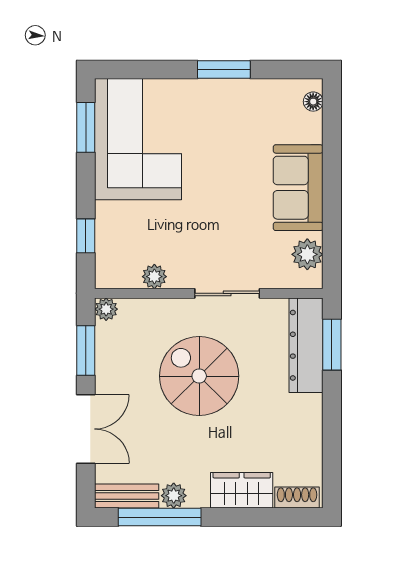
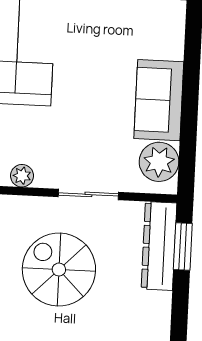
floor lamp: (313, 102) -> (177, 21), removed
plant: (307, 254) -> (159, 162), width x1.36, depth x1.36

